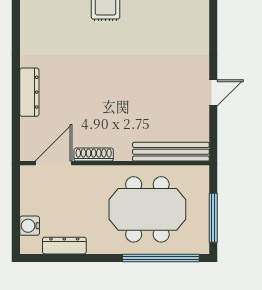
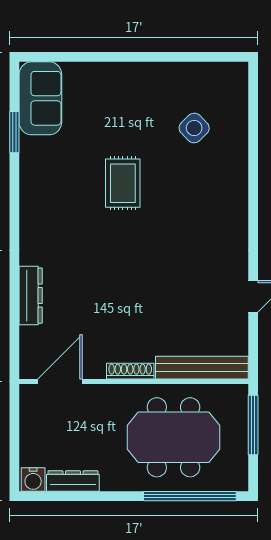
shoe rack: (94, 155) -> (130, 371), moved
window: (213, 218) -> (253, 425), moved
water cooler: (30, 226) -> (33, 480), moved, turned -90

